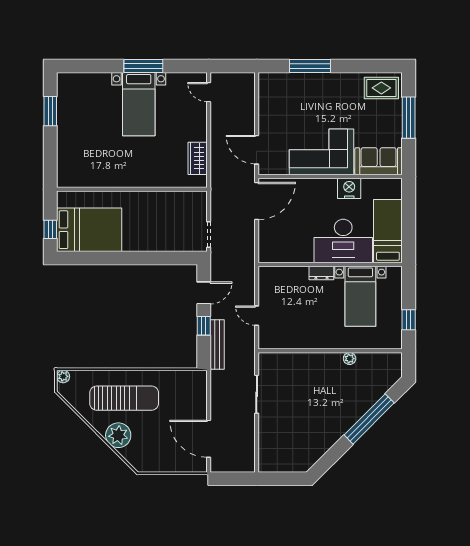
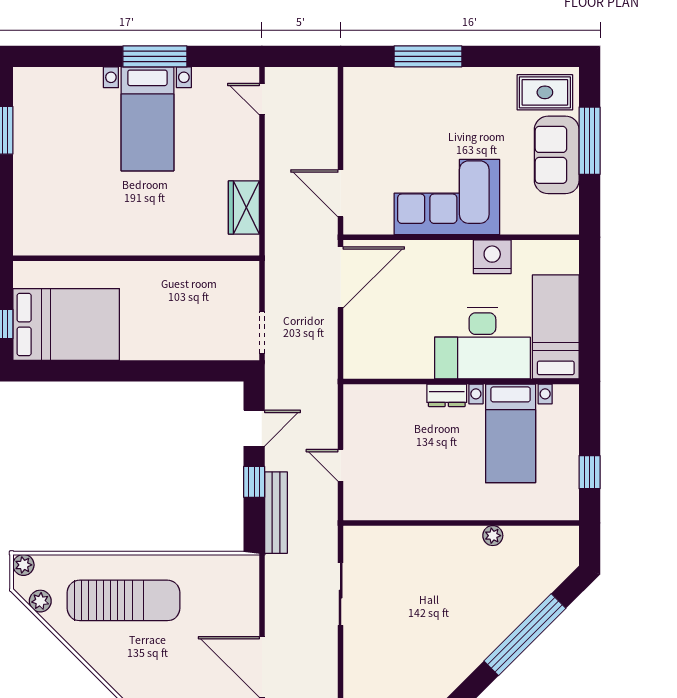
sofa: (379, 161) -> (557, 155), moved, turned -90
plant: (118, 435) -> (40, 601), moved, width x0.53, depth x0.53

